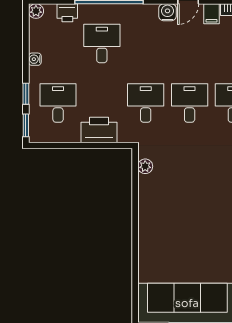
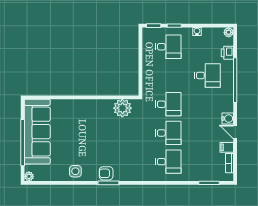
printer: (99, 130) -> (151, 74), removed
plant: (145, 166) -> (122, 108), width x1.88, depth x1.88

